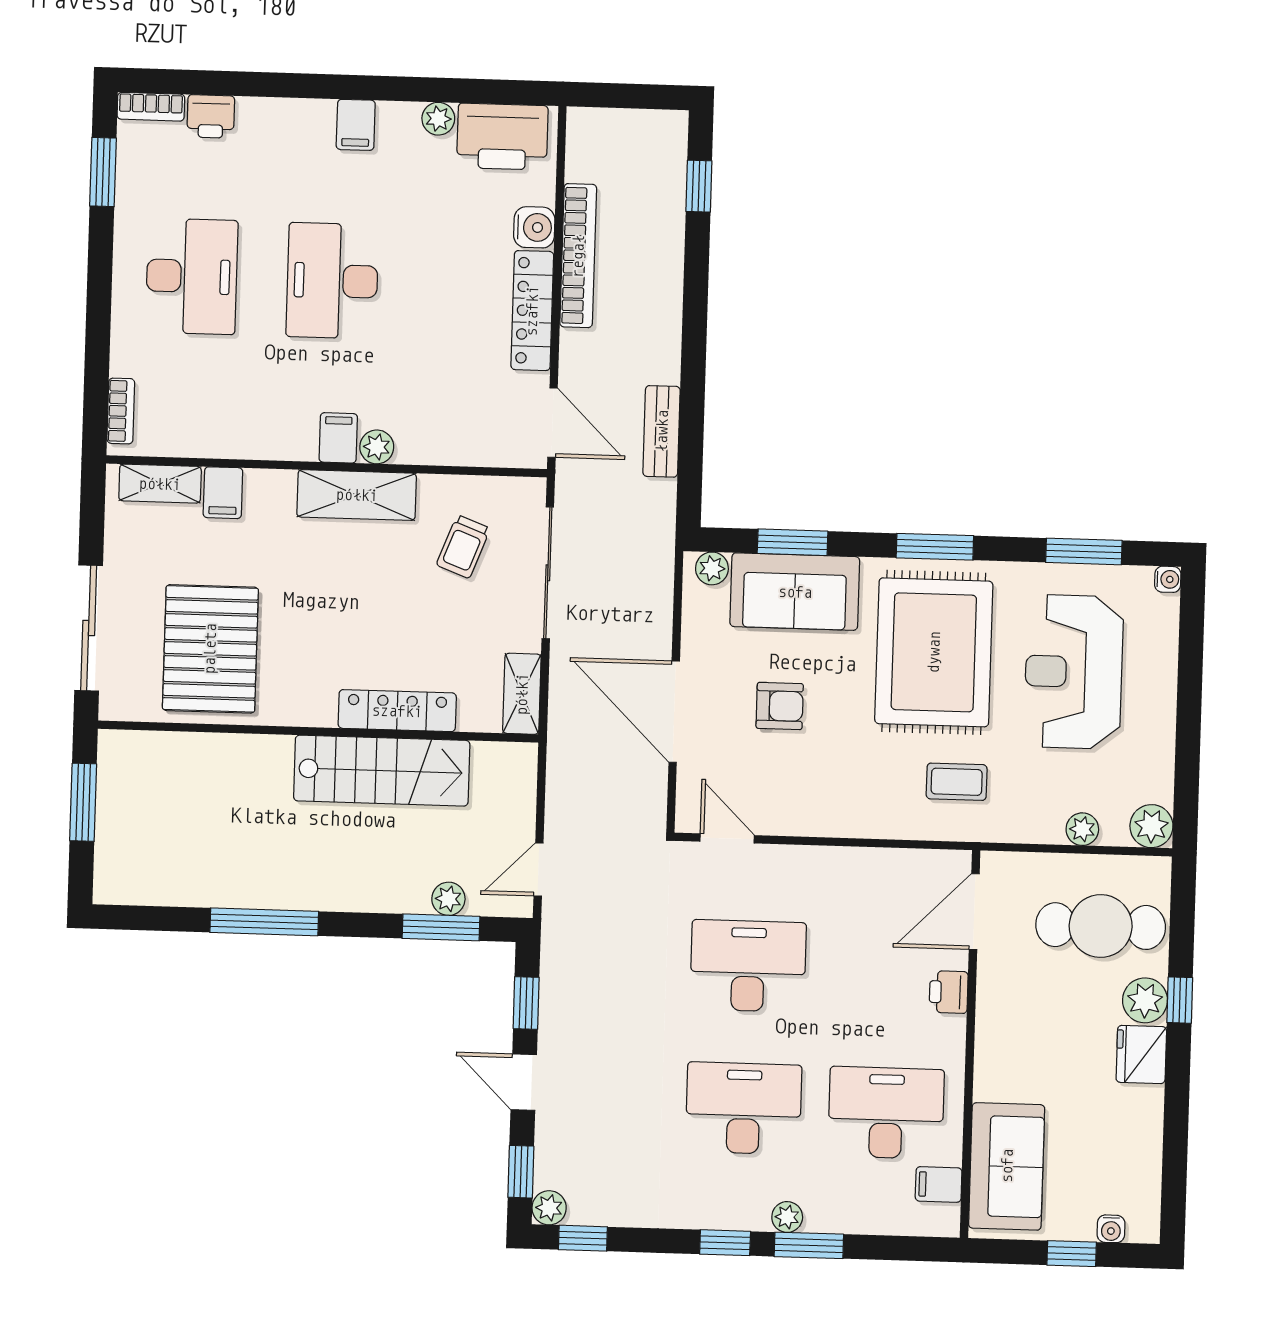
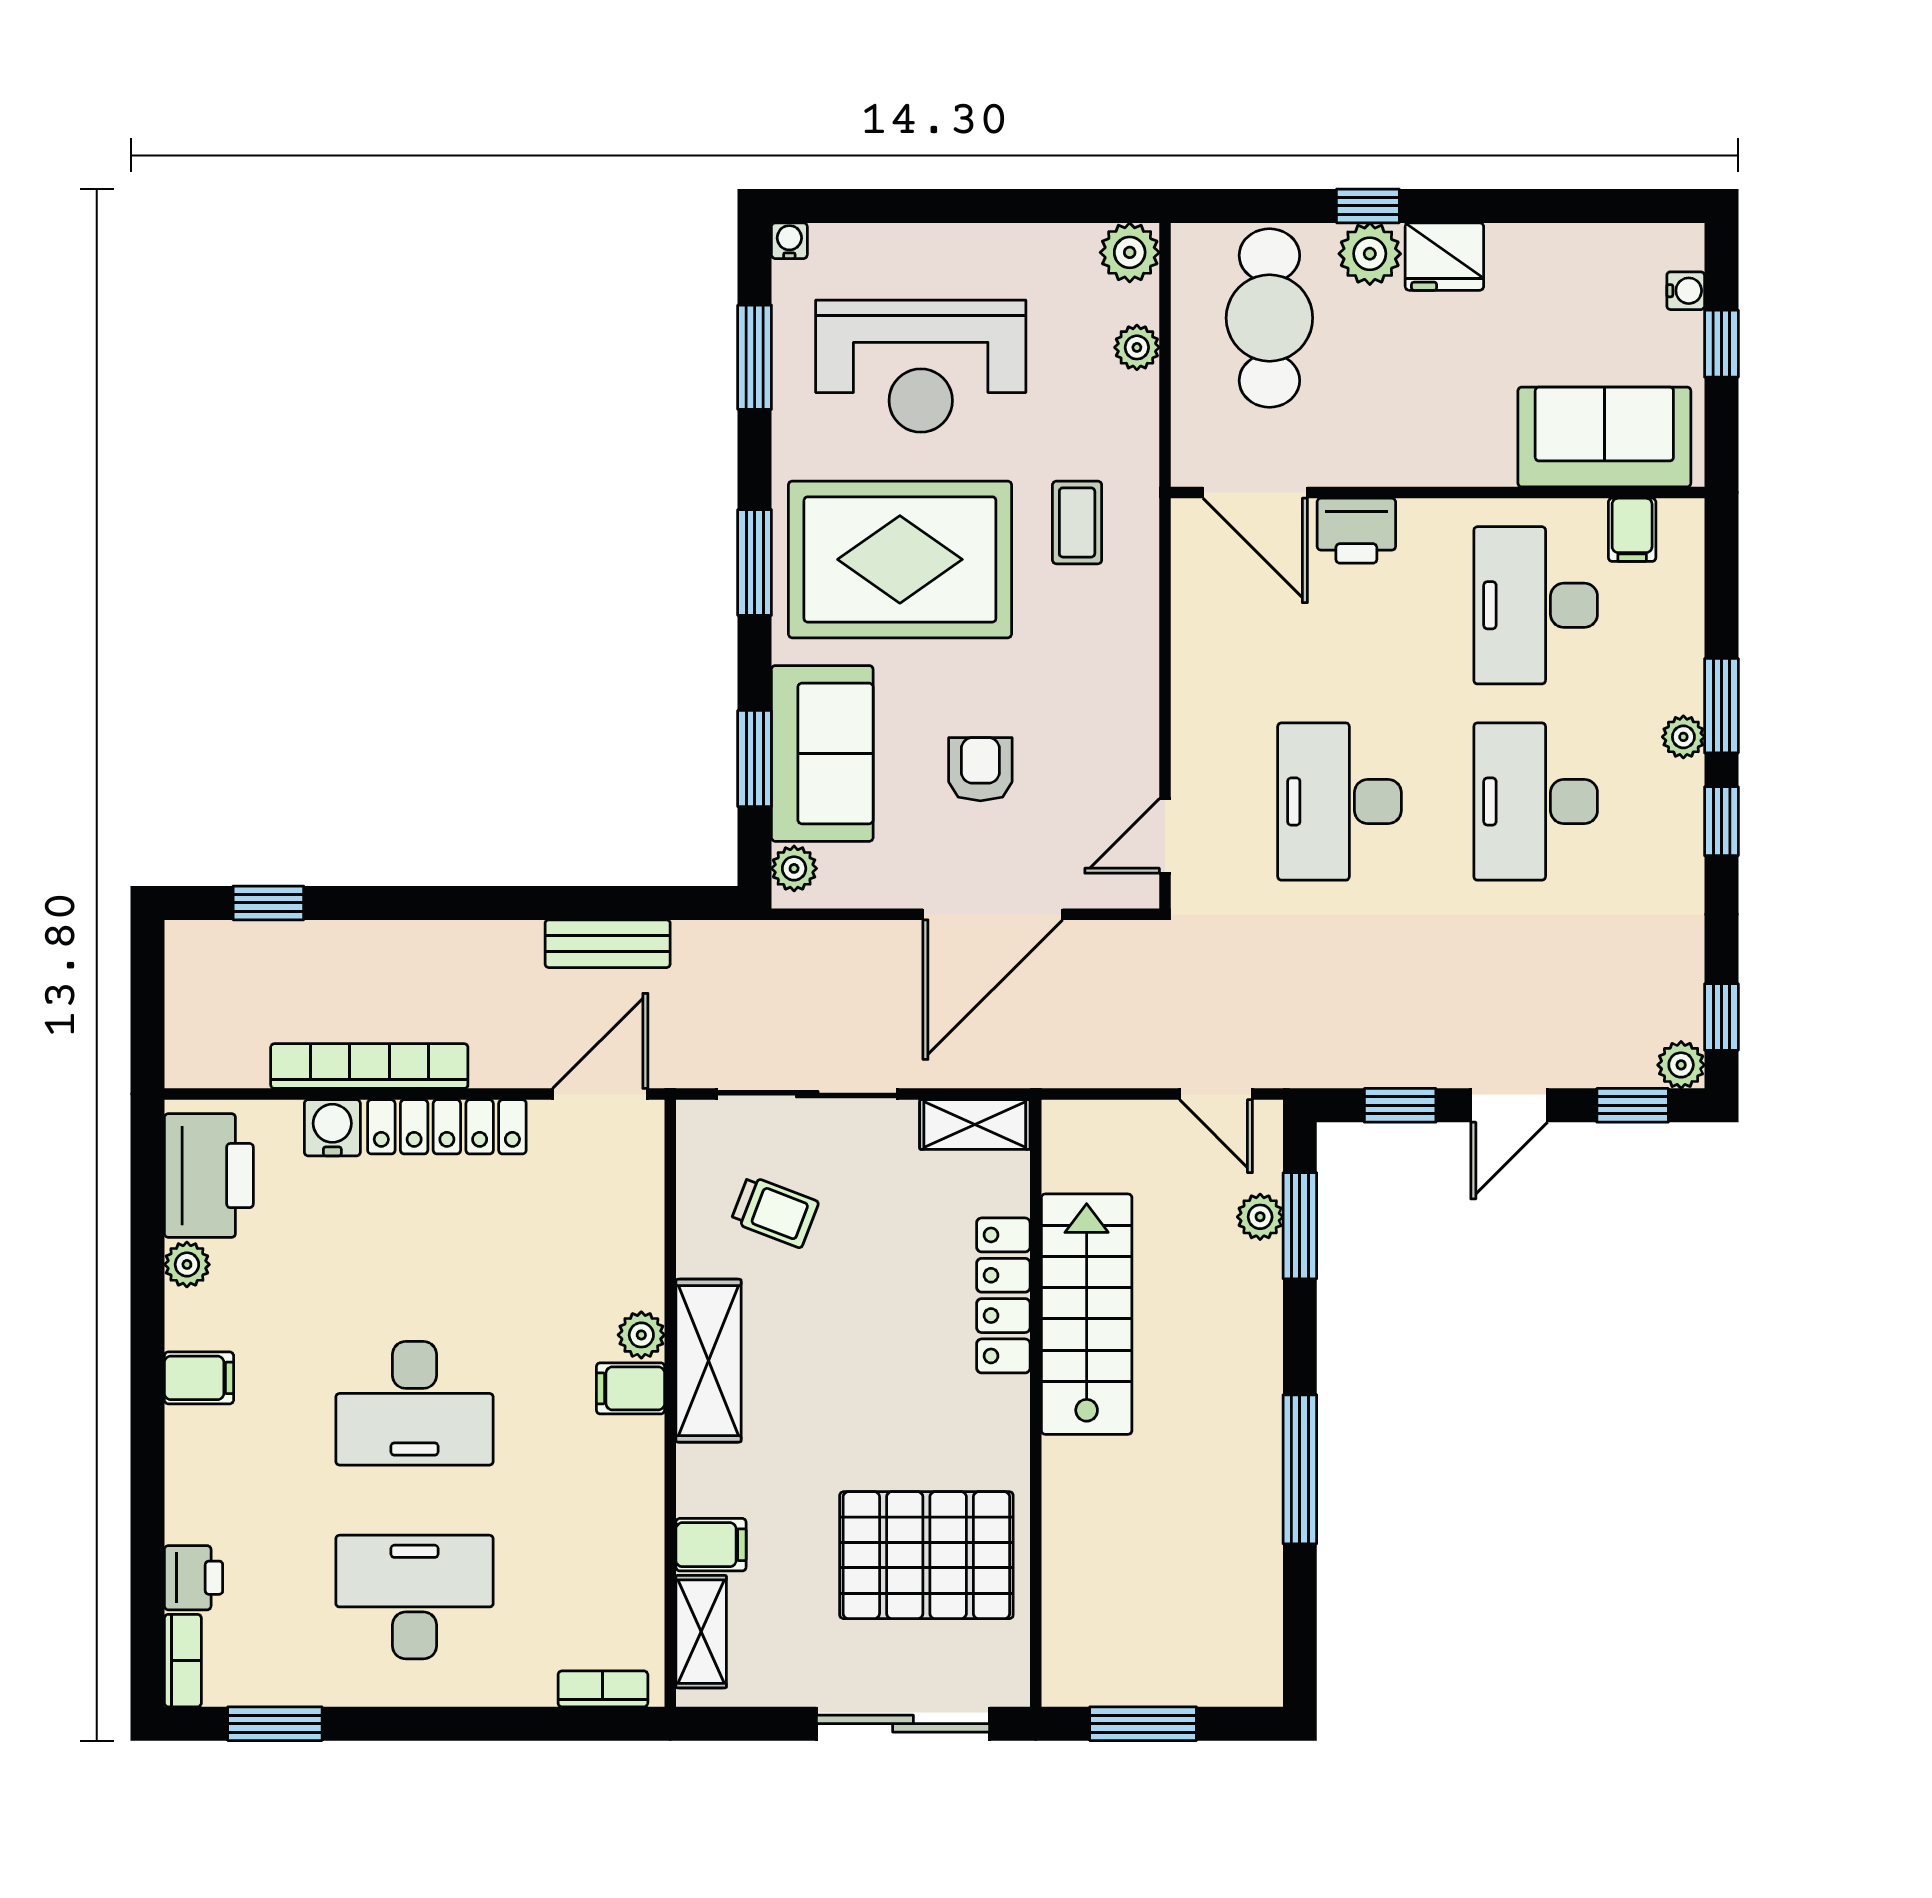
printer: (949, 992) -> (1356, 531), width x1.36, depth x1.24

